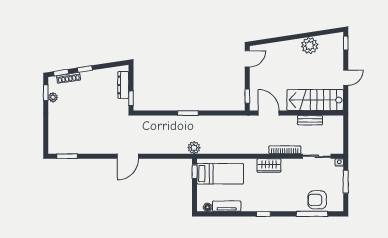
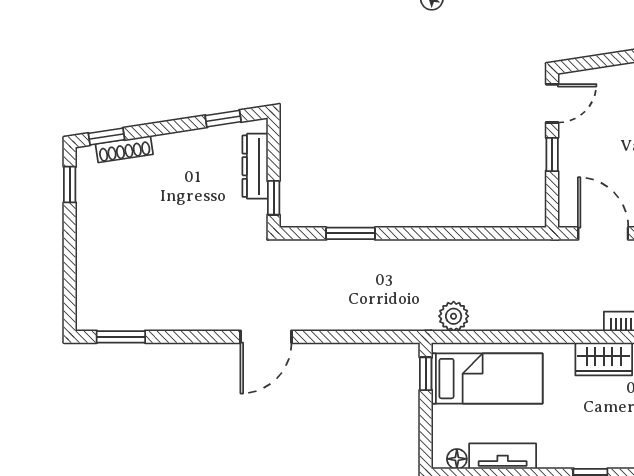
window: (85, 69) -> (223, 119), moved
window: (247, 96) -> (552, 154), moved
plant: (53, 97) -> (87, 196), removed
window: (188, 113) -> (351, 233), moved
plant: (194, 148) -> (454, 316), moved

